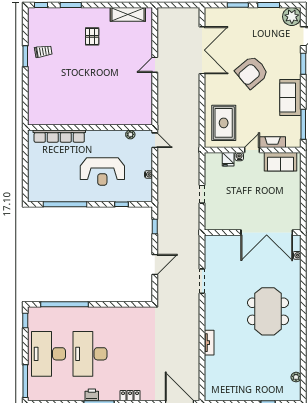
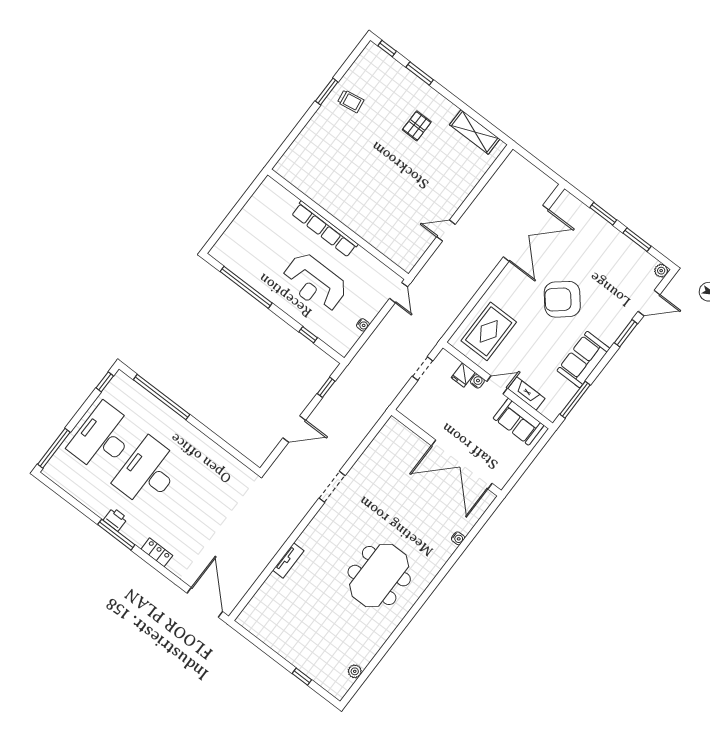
plant: (292, 17) -> (661, 271), width x0.53, depth x0.53
door: (155, 65) -> (446, 231), moved
plant: (130, 134) -> (376, 266), removed
row of seats: (59, 136) -> (325, 229), moved
doorway: (202, 194) -> (423, 368), moved
wall: (253, 232) -> (446, 453), moved
double door: (267, 232) -> (462, 465), moved

